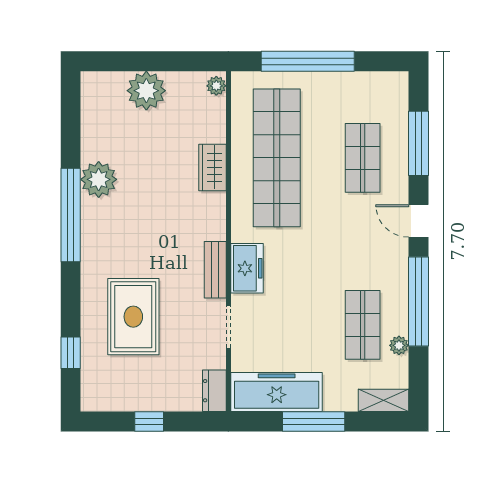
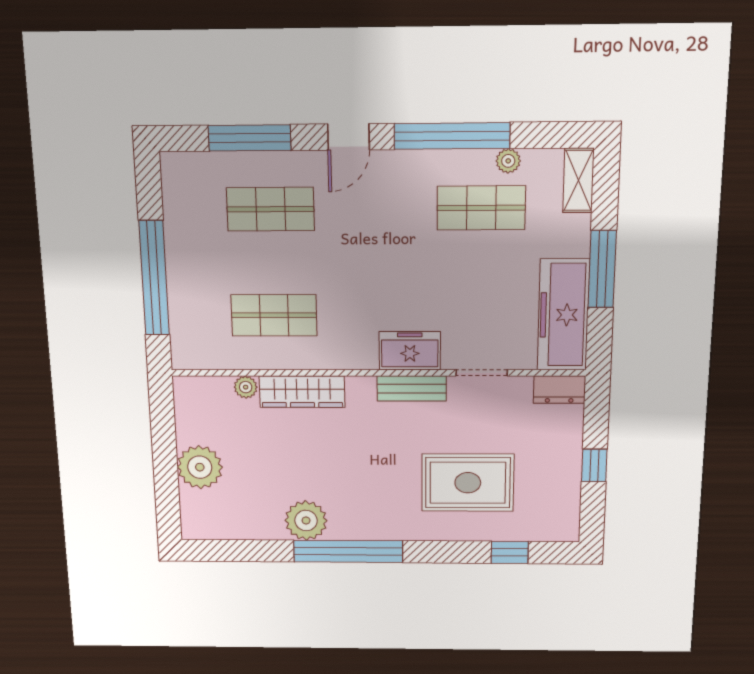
plant: (216, 86) -> (246, 387), moved
shop shelf: (277, 158) -> (274, 315), width x0.50, depth x0.74
wardrobe: (212, 167) -> (302, 392), width x1.50

